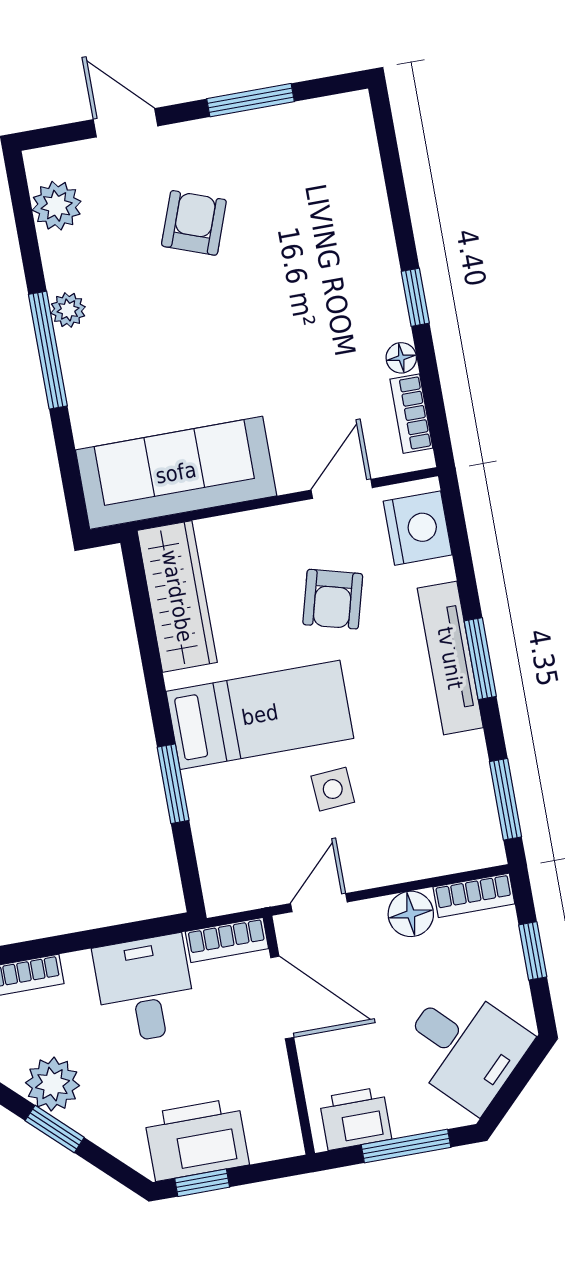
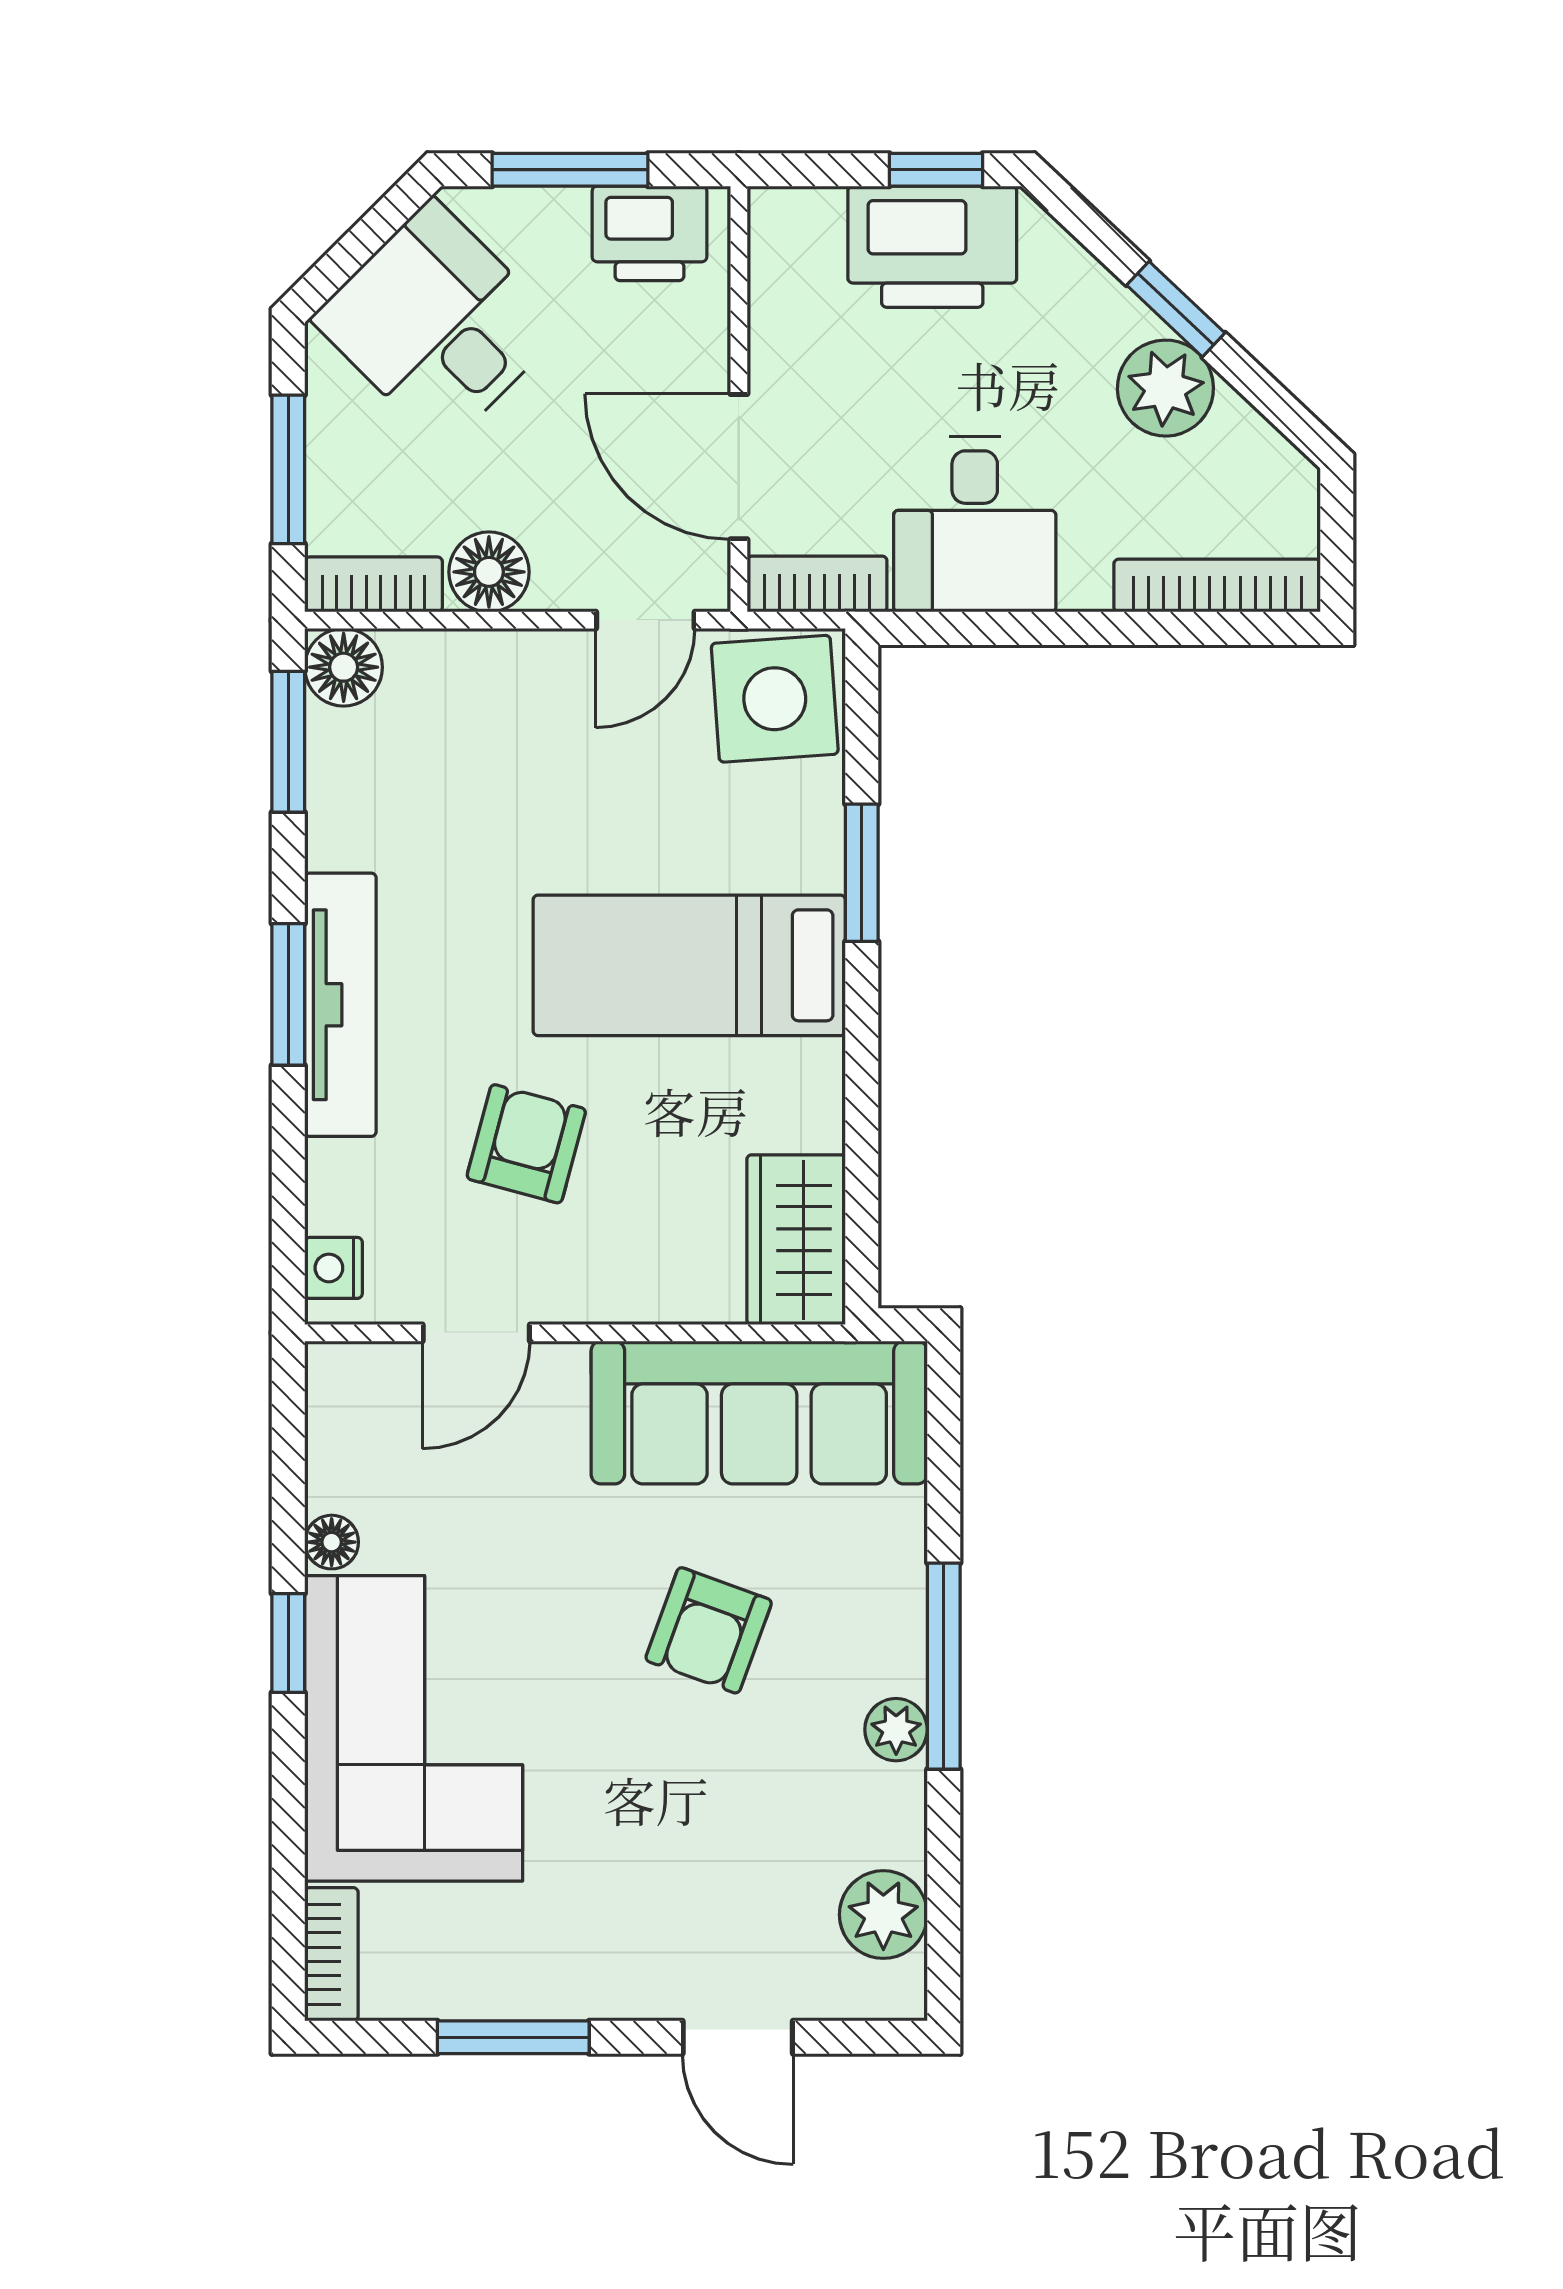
armchair: (194, 223) -> (709, 1630), moved
corner sofa: (337, 262) -> (414, 1728), added
bookcase: (411, 414) -> (331, 1954), moved
nightstand: (418, 528) -> (334, 1268), width x0.53, depth x0.56
wardrobe: (177, 596) -> (796, 1240), width x0.67
side table: (333, 789) -> (775, 699), moved, width x1.87, depth x1.87
floor lamp: (482, 846) -> (344, 667), added
window: (533, 951) -> (288, 469), width x1.50

